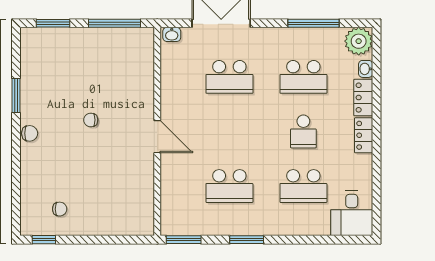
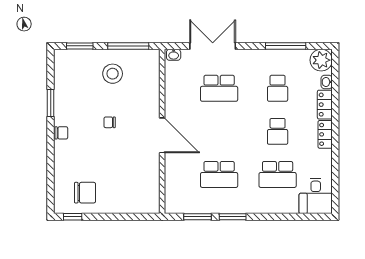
stool: (95, 58) -> (113, 74), added
school desk: (303, 77) -> (278, 88), width x0.54
door: (157, 137) -> (162, 135), width x1.36
chair: (60, 209) -> (85, 193), width x1.87, depth x1.87
window: (184, 240) -> (197, 217), moved

